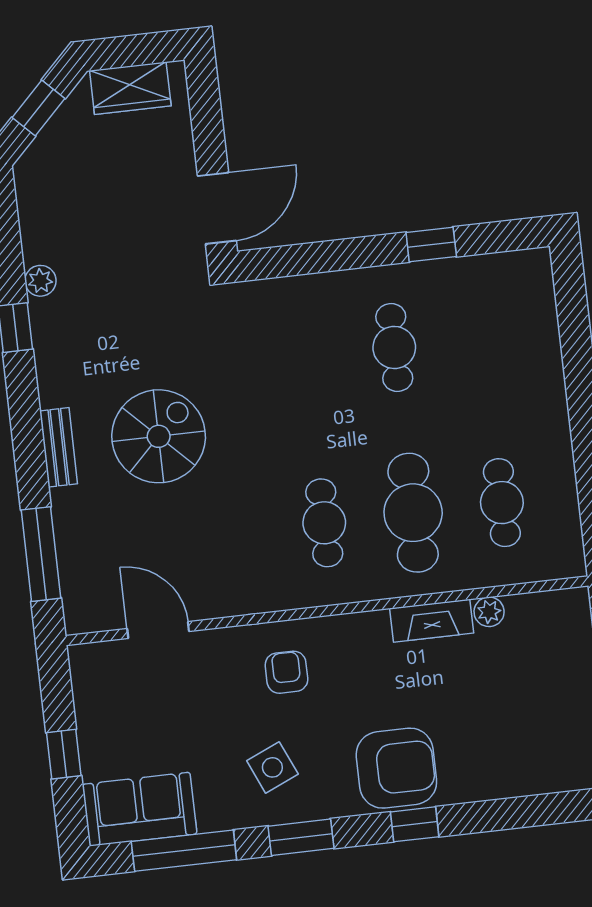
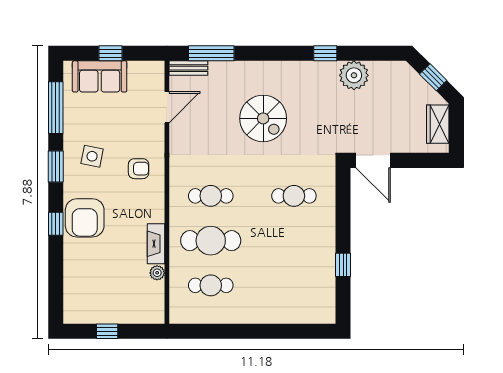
plant: (40, 281) -> (354, 75), width x1.88, depth x1.88
cafe table: (394, 347) -> (294, 196), moved
bench: (59, 447) -> (188, 68), moved
side table: (272, 767) -> (92, 156), turned 35
sofa: (140, 809) -> (100, 76), moved, turned 90

